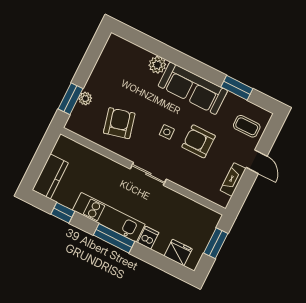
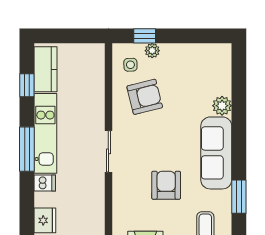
window: (70, 99) -> (145, 36), width x0.67
side table: (167, 132) -> (130, 65), moved
kitchen counter: (50, 176) -> (46, 69), moved, turned -90

